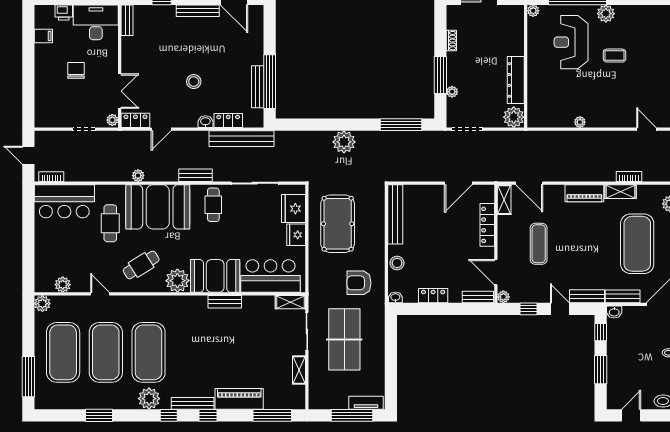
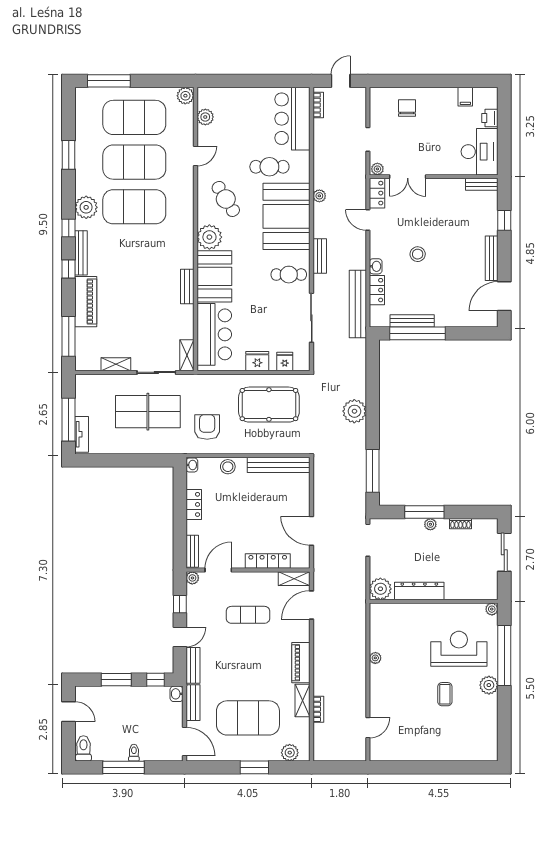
chair: (76, 70) -> (407, 108), moved, turned -90
plant: (452, 92) -> (430, 524), moved
fridge: (293, 209) -> (285, 362), width x0.53, depth x0.75

